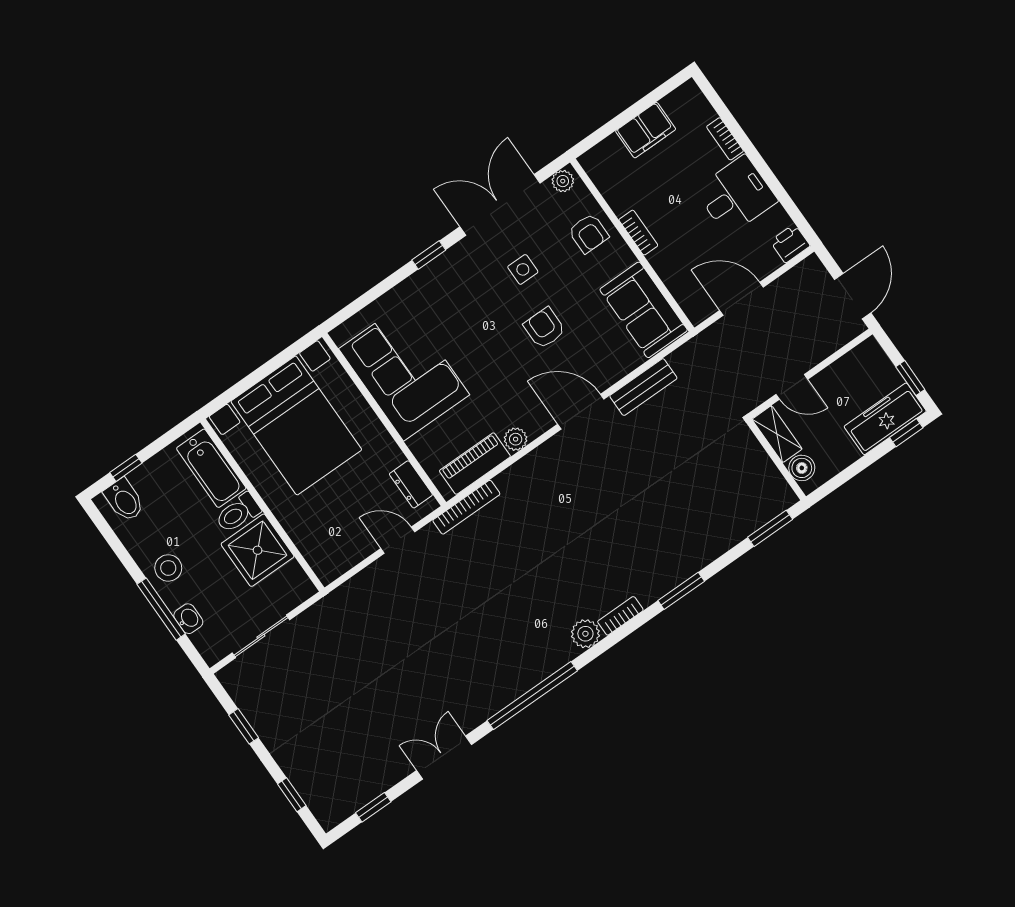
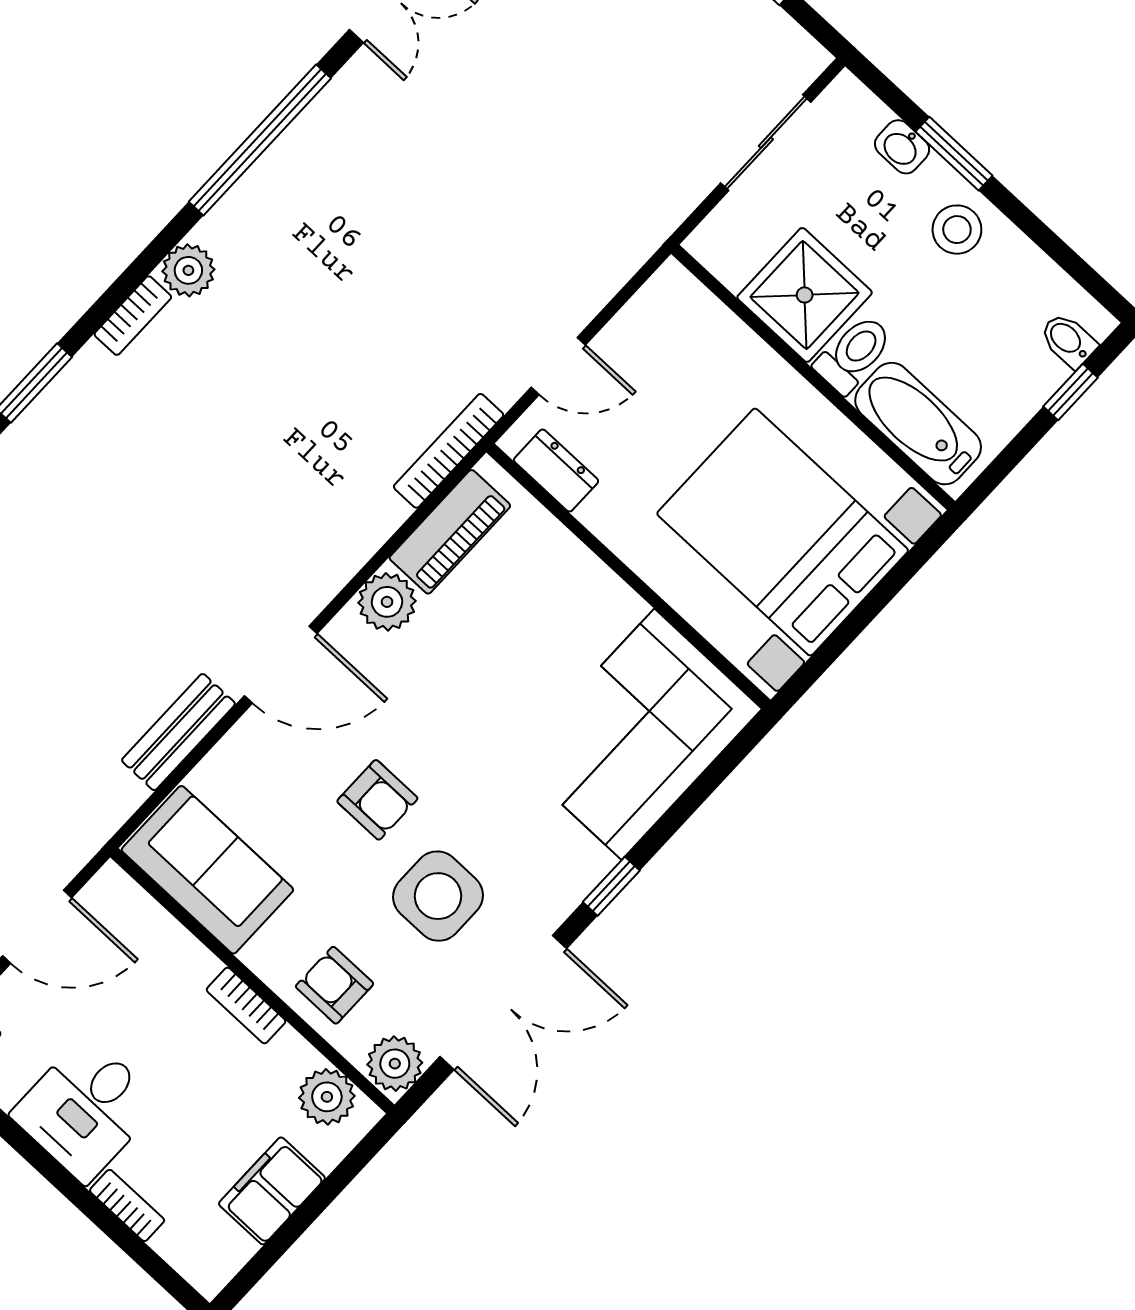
plant: (605, 174) -> (327, 1097), added
plant: (563, 181) -> (395, 1064), width x1.38, depth x1.38
side table: (523, 269) -> (438, 896), width x1.87, depth x1.87
corner sofa: (404, 372) -> (638, 734), moved, turned 90
plant: (516, 439) -> (387, 602), width x1.38, depth x1.38
bidet: (124, 500) -> (1068, 340), width x0.72, depth x0.74
window: (161, 609) -> (954, 154), width x0.69

